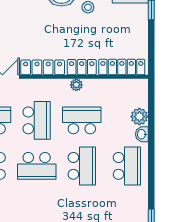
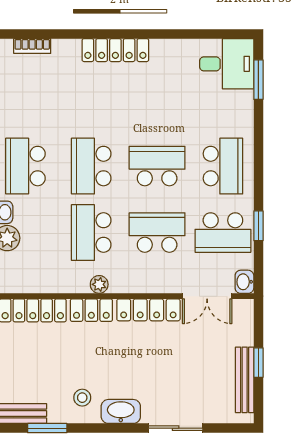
school desk: (37, 120) -> (157, 233), turned 90
school desk: (82, 120) -> (91, 233), turned 90

